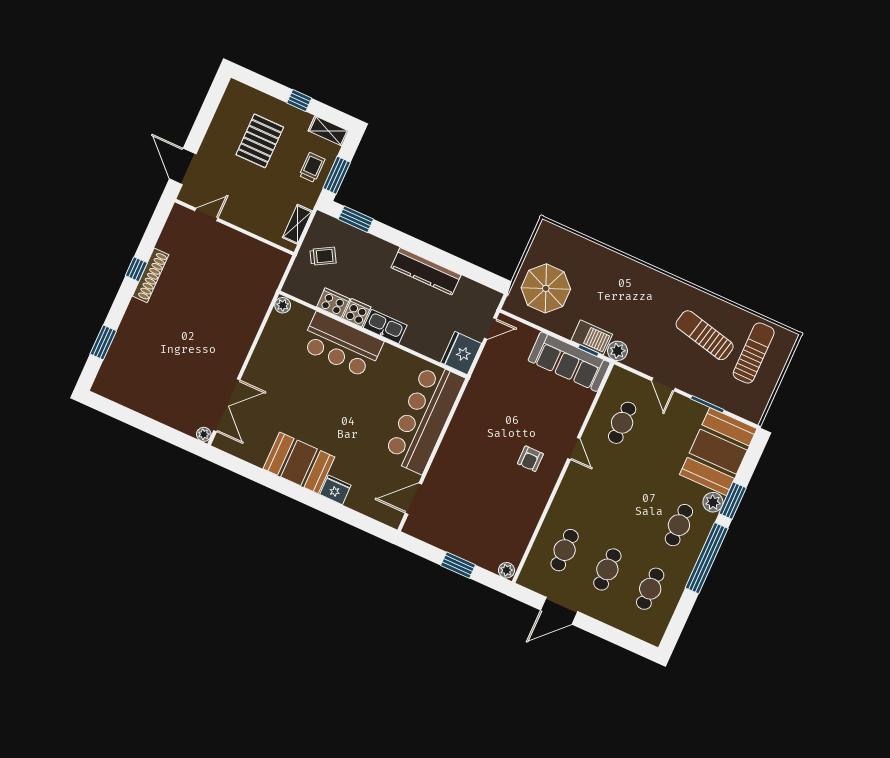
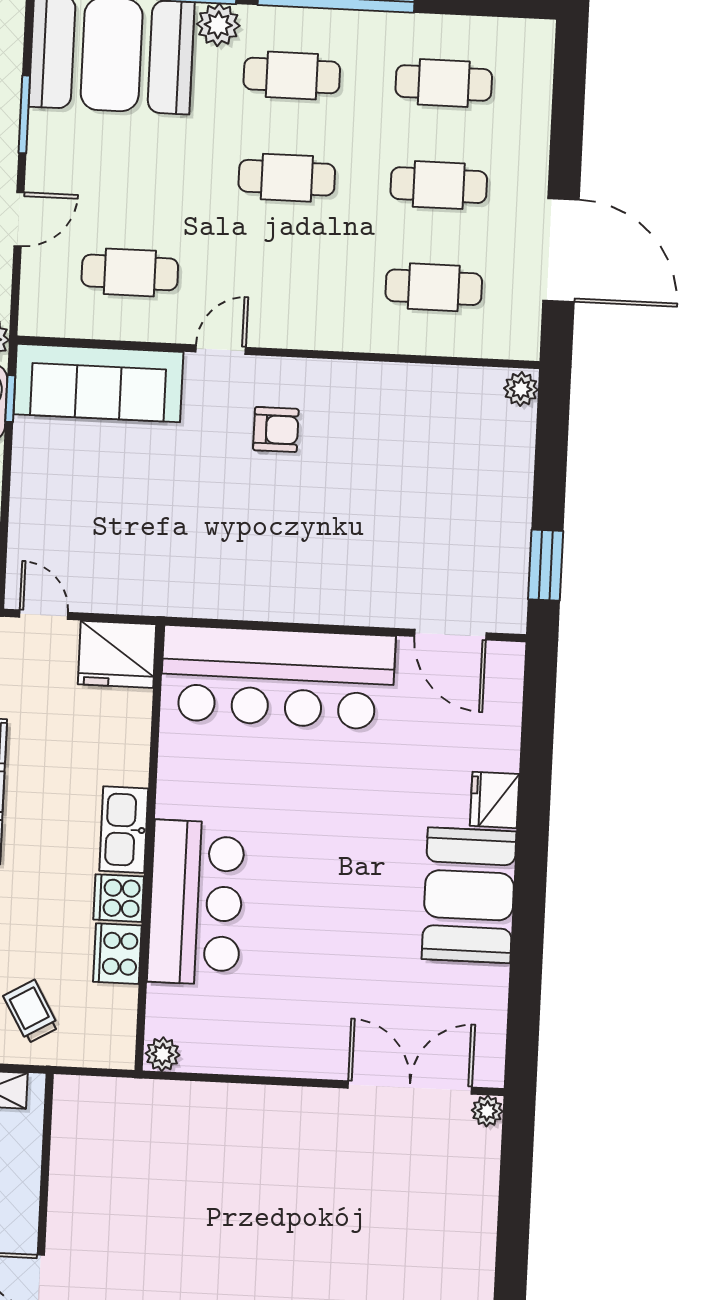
sofa: (569, 362) -> (98, 383), moved, turned 90
cafe table: (636, 506) -> (287, 178), added
window: (458, 565) -> (546, 565), moved
door: (559, 611) -> (561, 250), width x1.36

